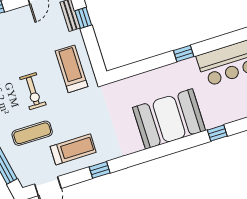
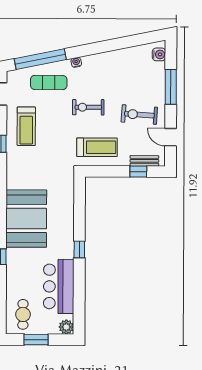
exercise bike: (24, 36) -> (139, 115), added
exercise mat: (32, 133) -> (49, 82), moved, turned 90

